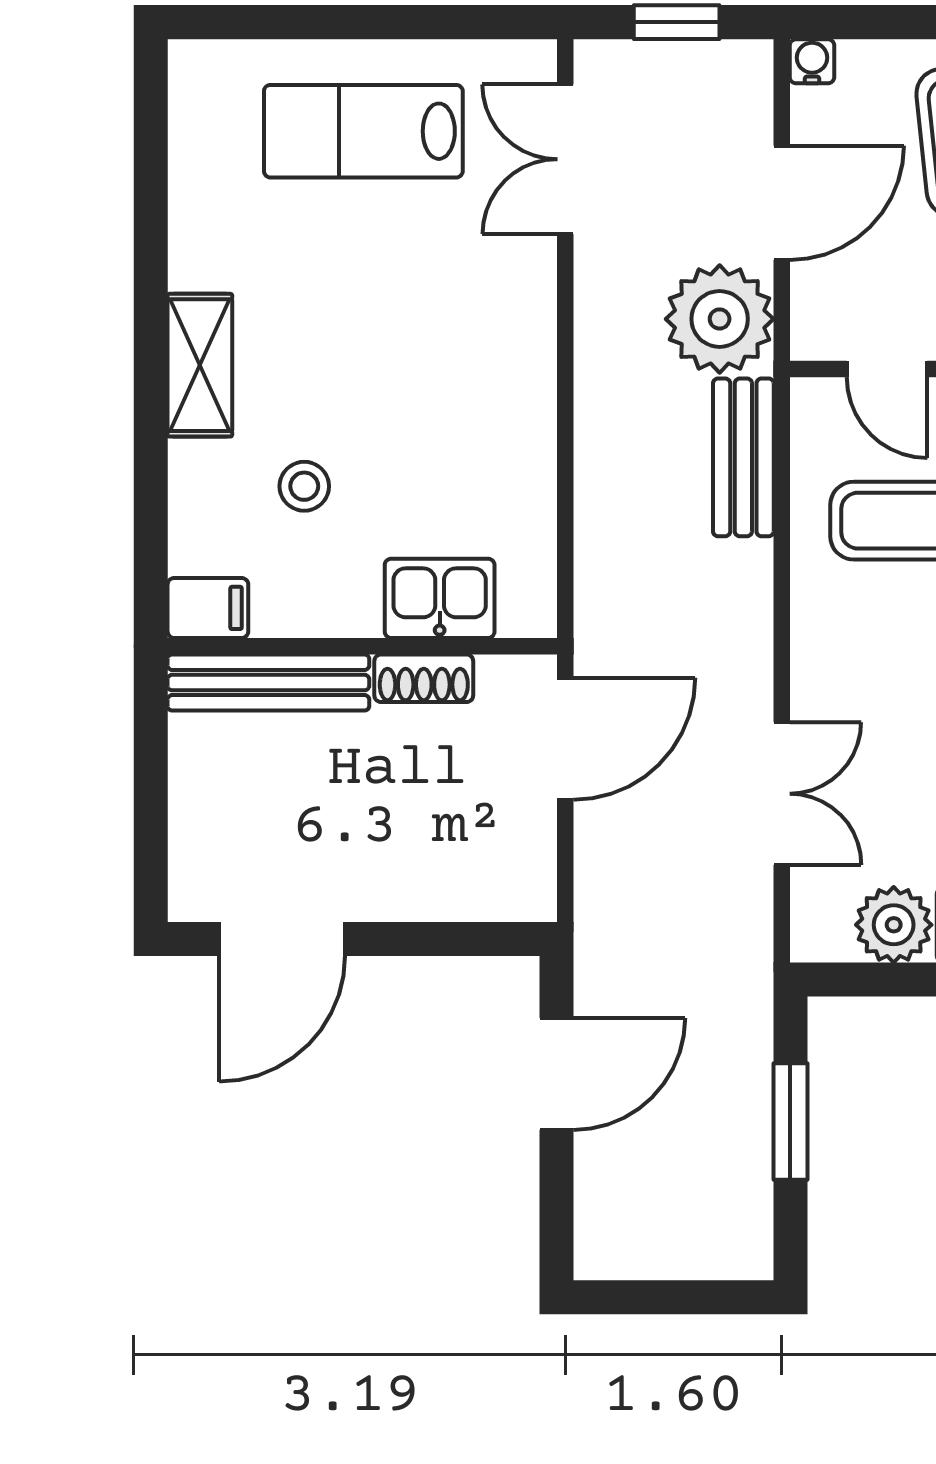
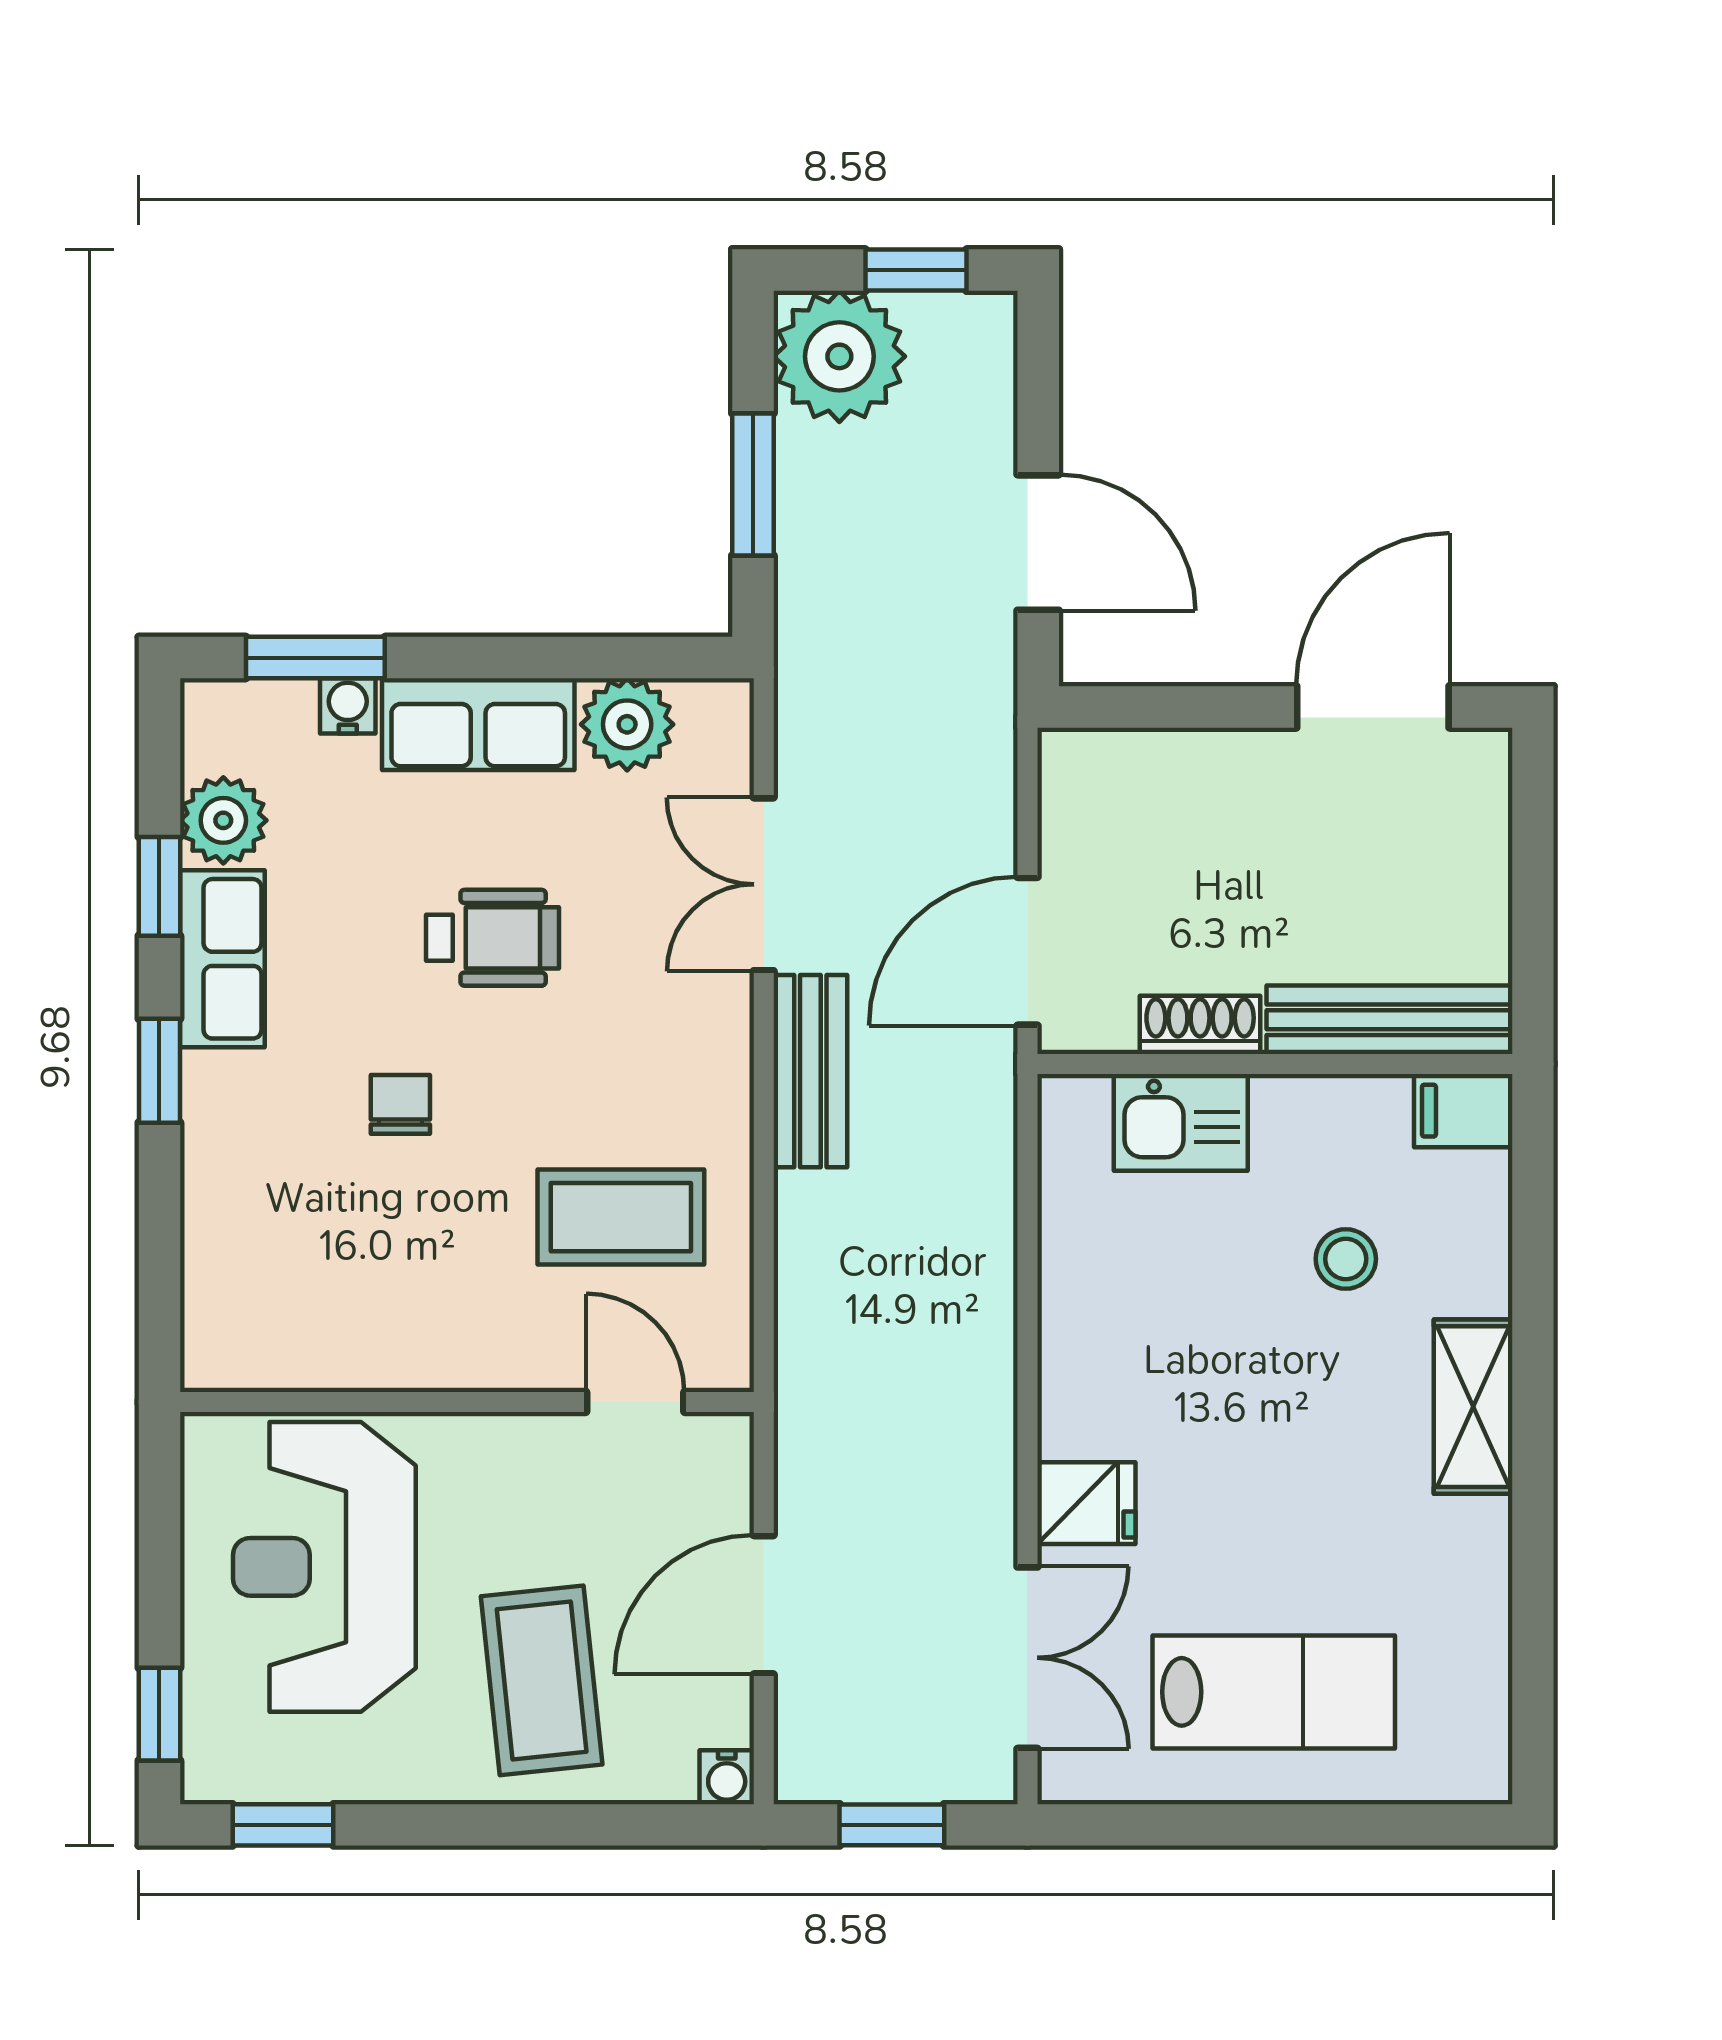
fridge: (517, 286) -> (1086, 1503), added
plant: (720, 319) -> (839, 356), moved
bench: (743, 457) -> (810, 1071), moved
door: (557, 1074) -> (1038, 543), swing flipped
window: (657, 1297) -> (916, 270), added

